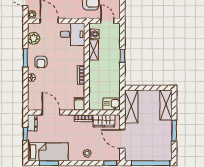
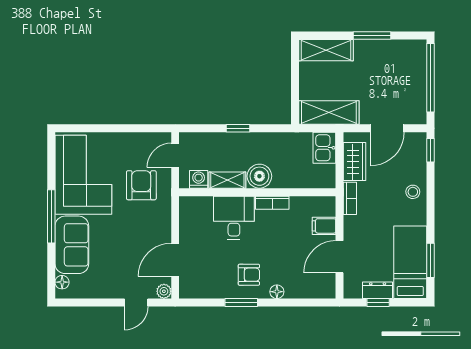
desk: (73, 34) -> (234, 218), moved
plant: (34, 38) -> (206, 288), removed
boiler: (96, 68) -> (259, 176), added
filing cabinet: (79, 104) -> (324, 226), moved
dresser: (32, 123) -> (378, 290), moved

